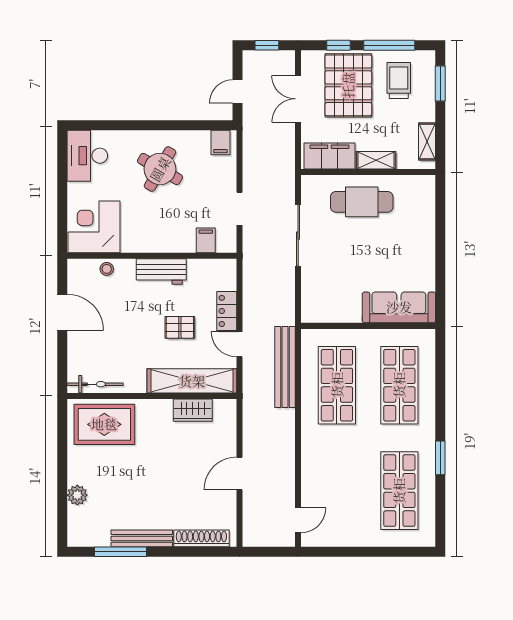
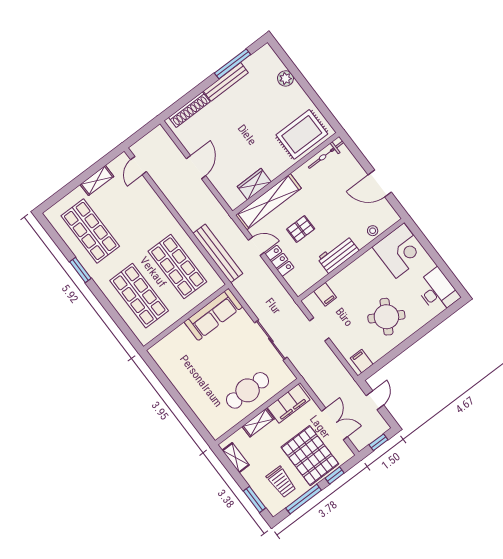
sofa: (399, 307) -> (213, 314), moved
shelving: (353, 538) -> (97, 180), added

